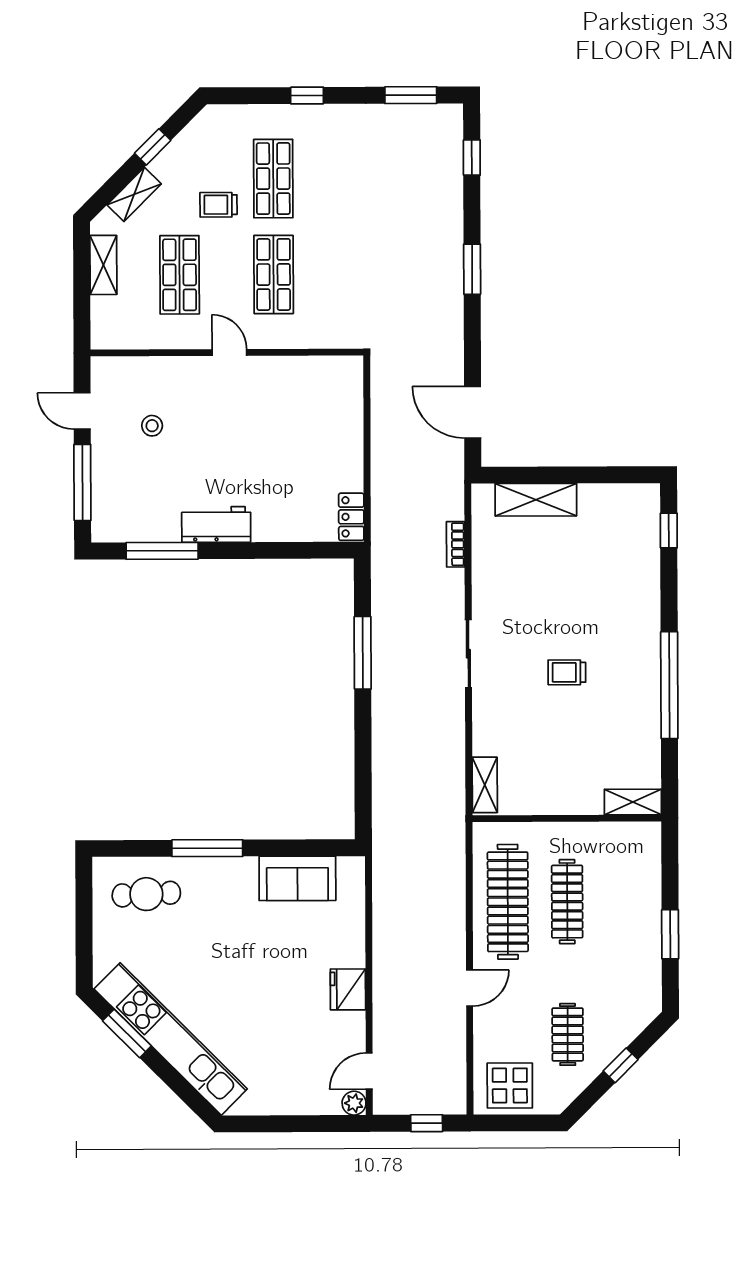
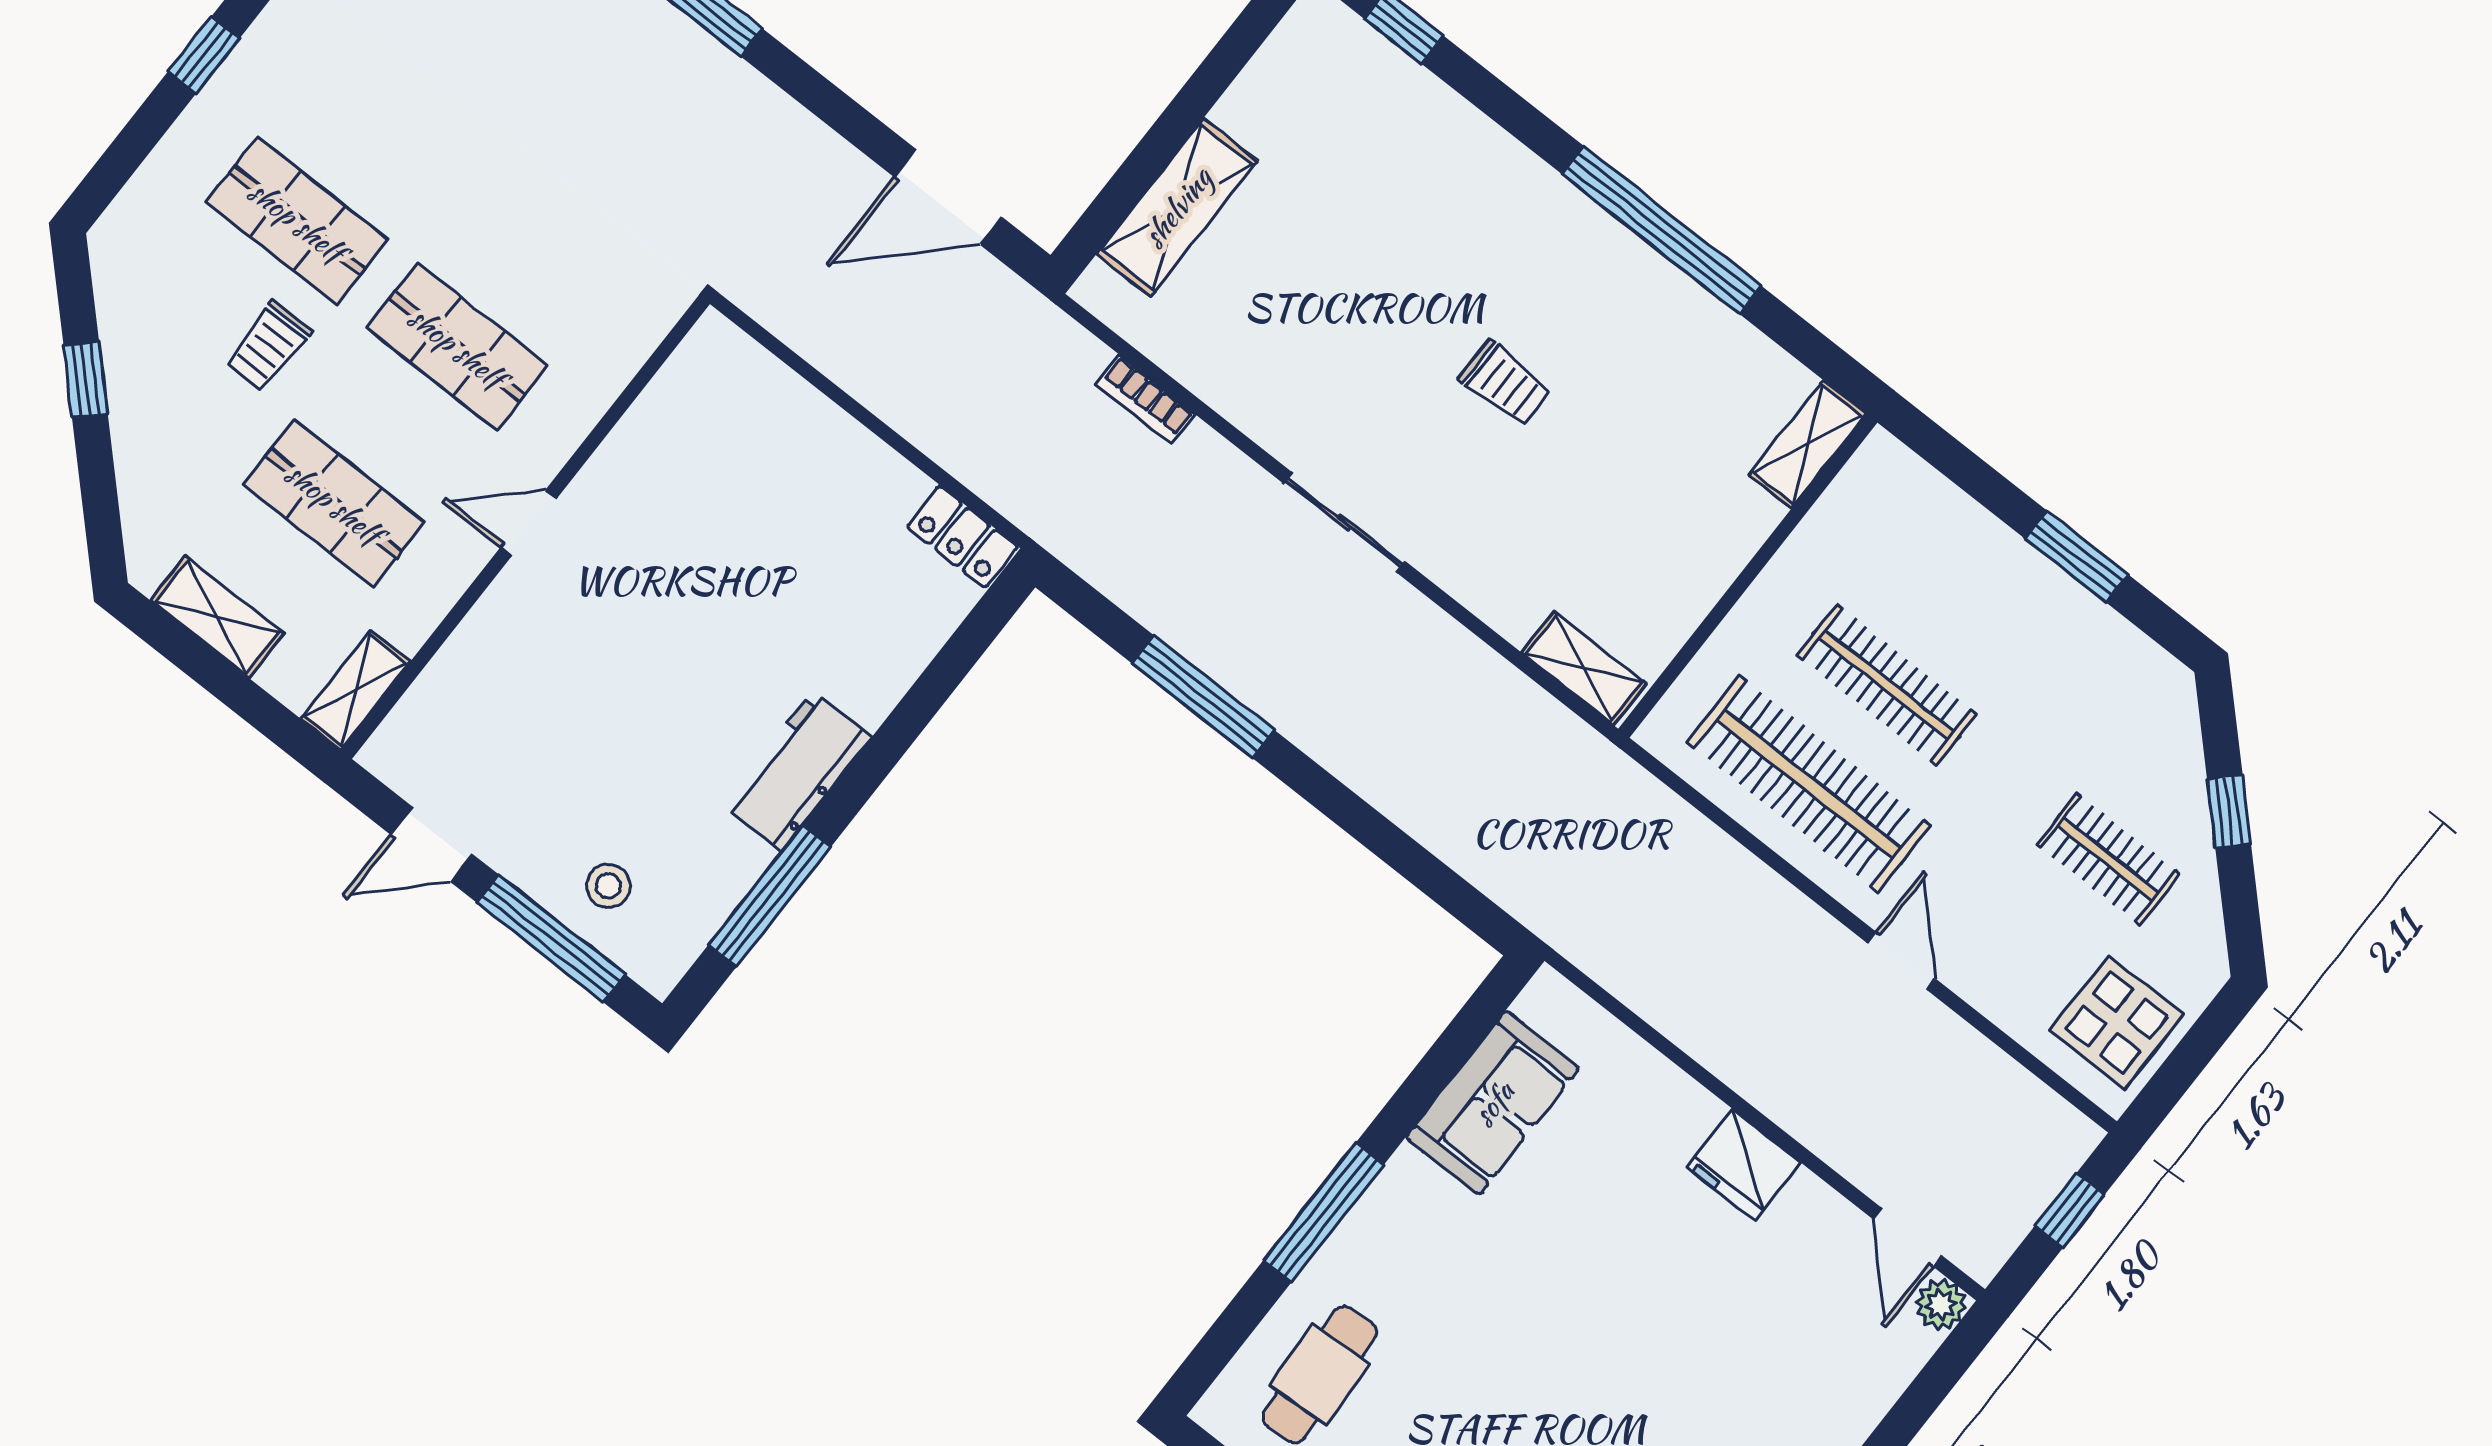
shelving: (134, 194) -> (356, 690), moved, turned 45
stool: (152, 426) -> (608, 886), moved
trolley: (567, 672) -> (1505, 383), turned -90

